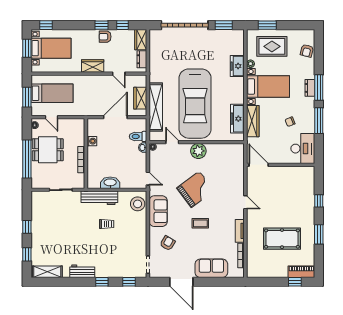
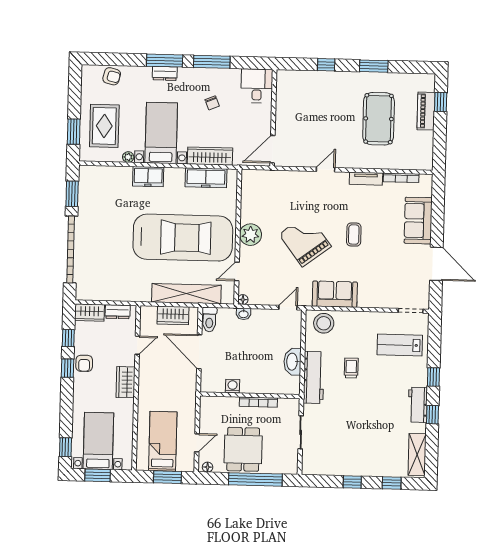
freezer: (237, 66) -> (148, 177), moved
toilet: (138, 136) -> (209, 320), moved
desk: (303, 149) -> (257, 86), width x0.73
armchair: (168, 243) -> (381, 282), removed
lab bench: (124, 258) -> (400, 345), added
piano: (301, 272) -> (426, 111), moved
window: (129, 282) -> (432, 415), moved
door: (181, 282) -> (436, 264), hinge flipped

